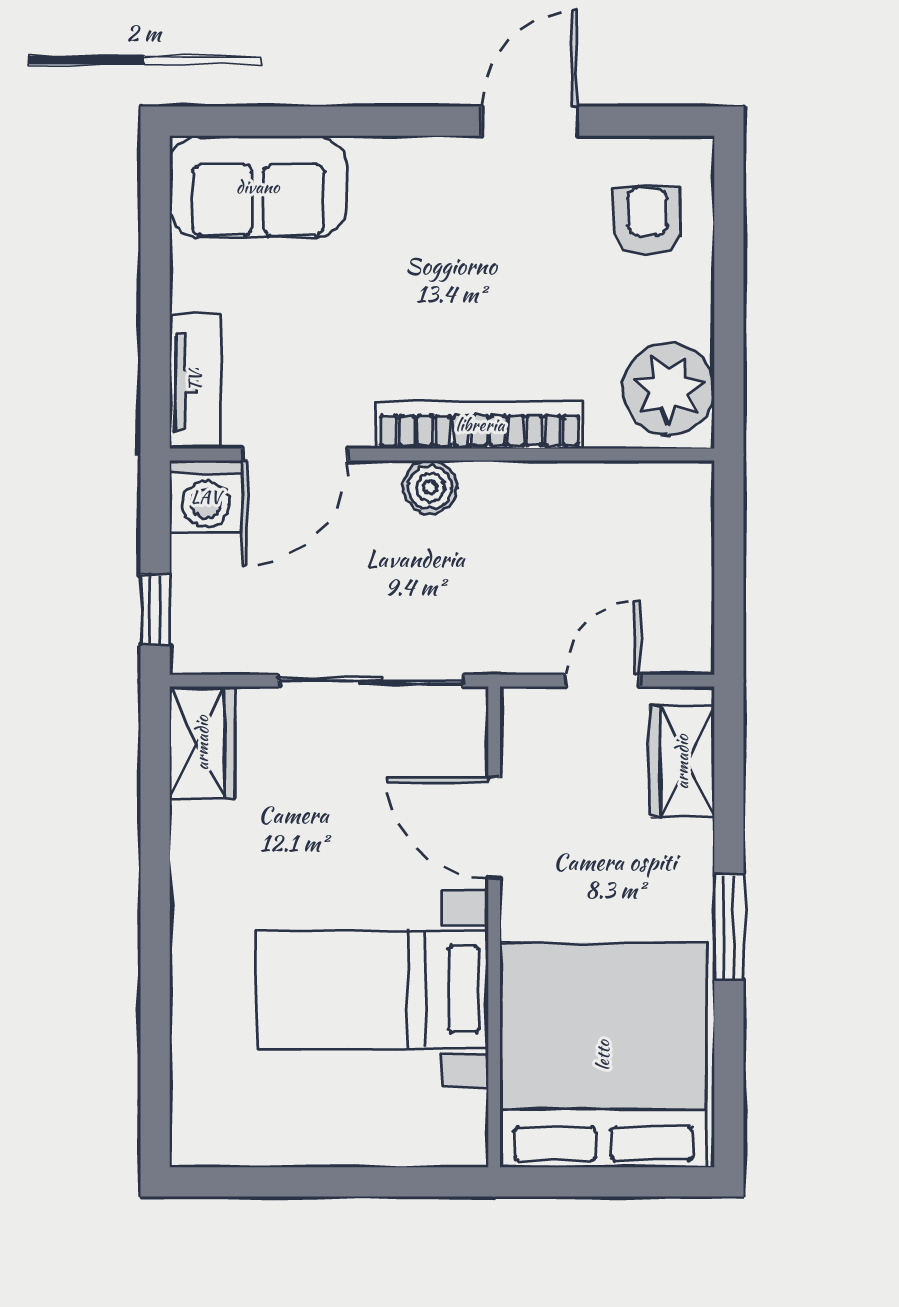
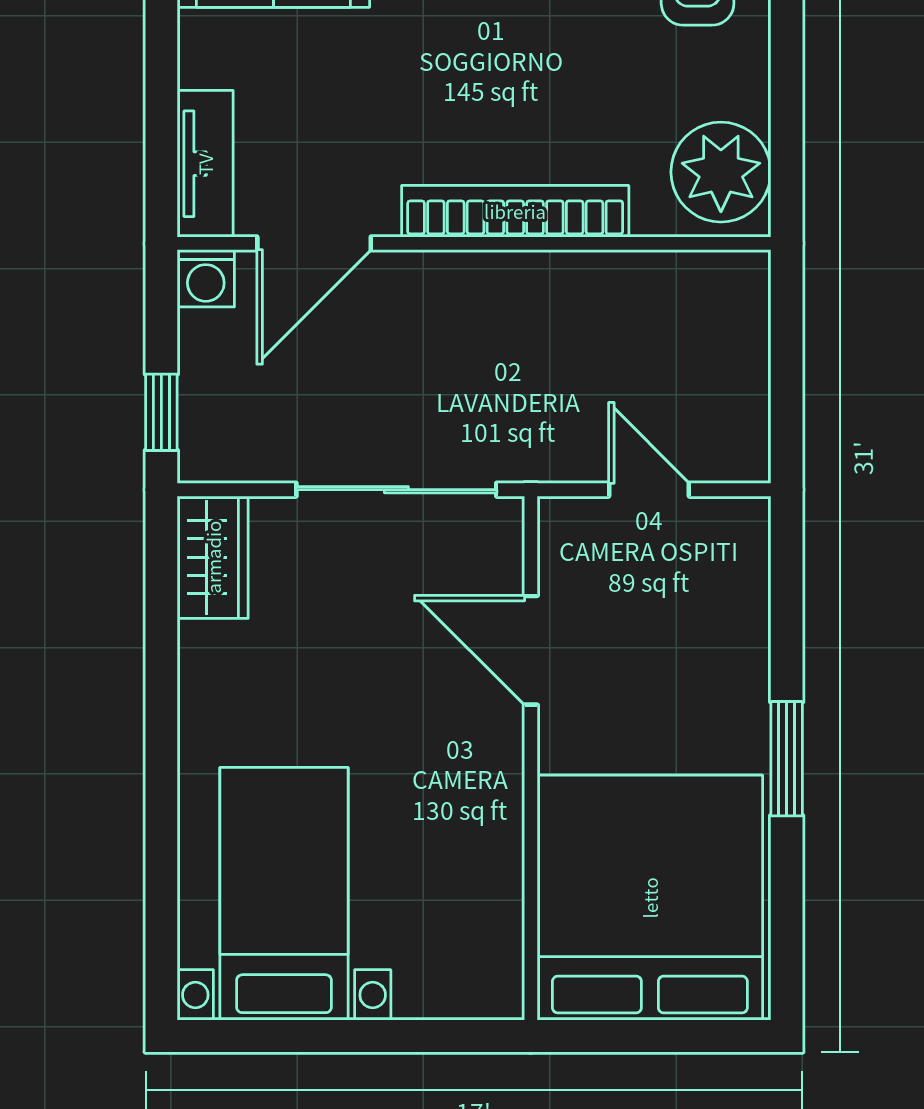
boiler: (430, 487) -> (461, 279), removed
washing machine: (206, 497) -> (206, 278), width x0.73, depth x0.73
door: (603, 681) -> (649, 490), hinge flipped
wardrobe: (682, 762) -> (736, 578), removed
bed with nightstands: (372, 989) -> (284, 894), moved, turned 90

